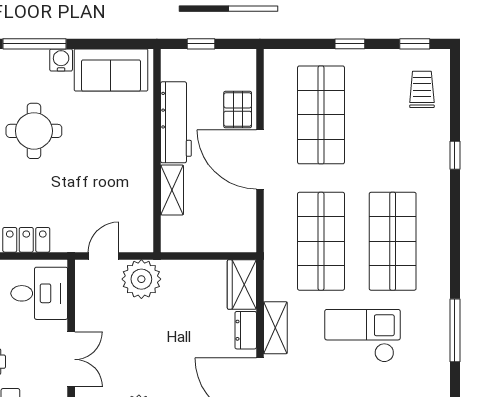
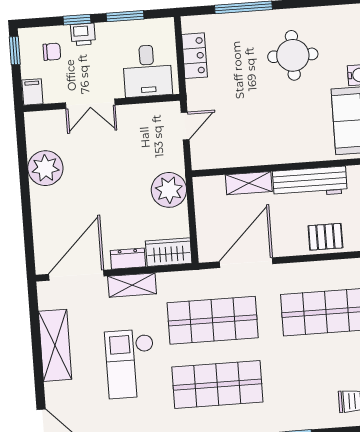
door: (260, 159) -> (246, 263), moved
door: (104, 256) -> (185, 126), hinge flipped
plant: (141, 279) -> (169, 190), moved
checkout: (363, 336) -> (131, 364), turned 180

